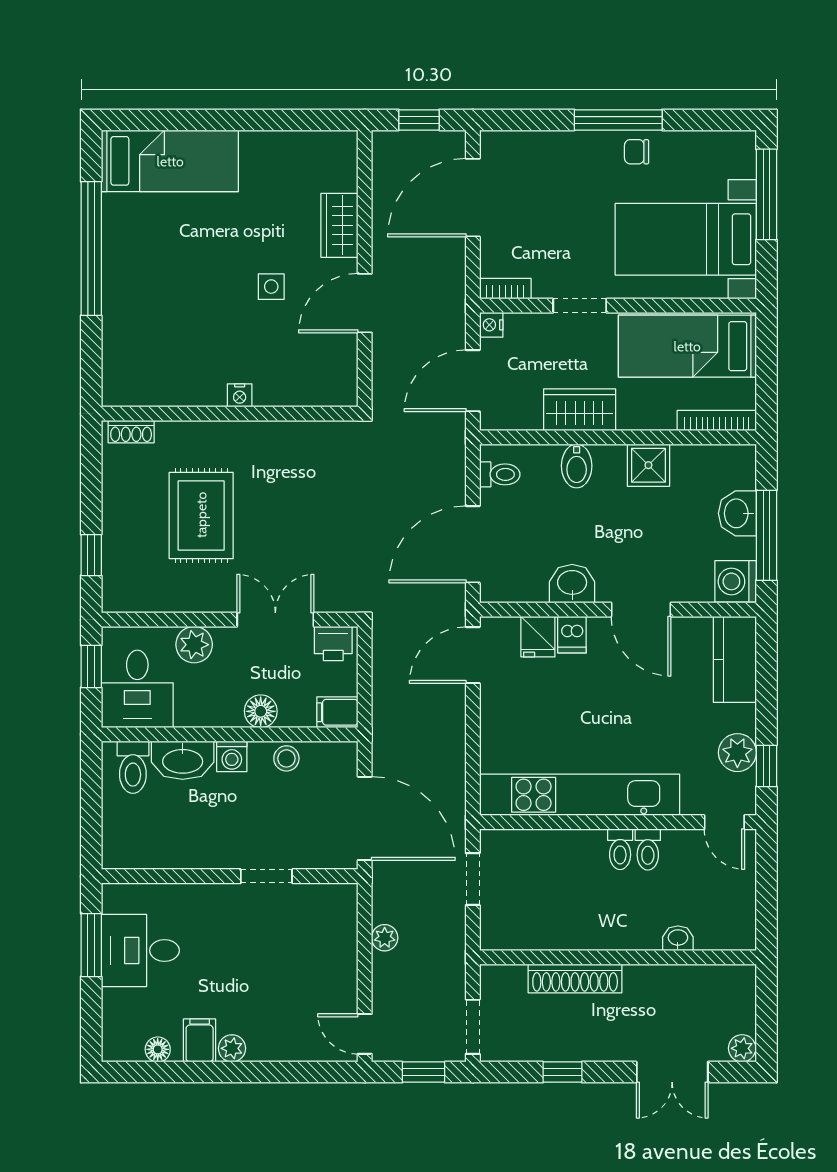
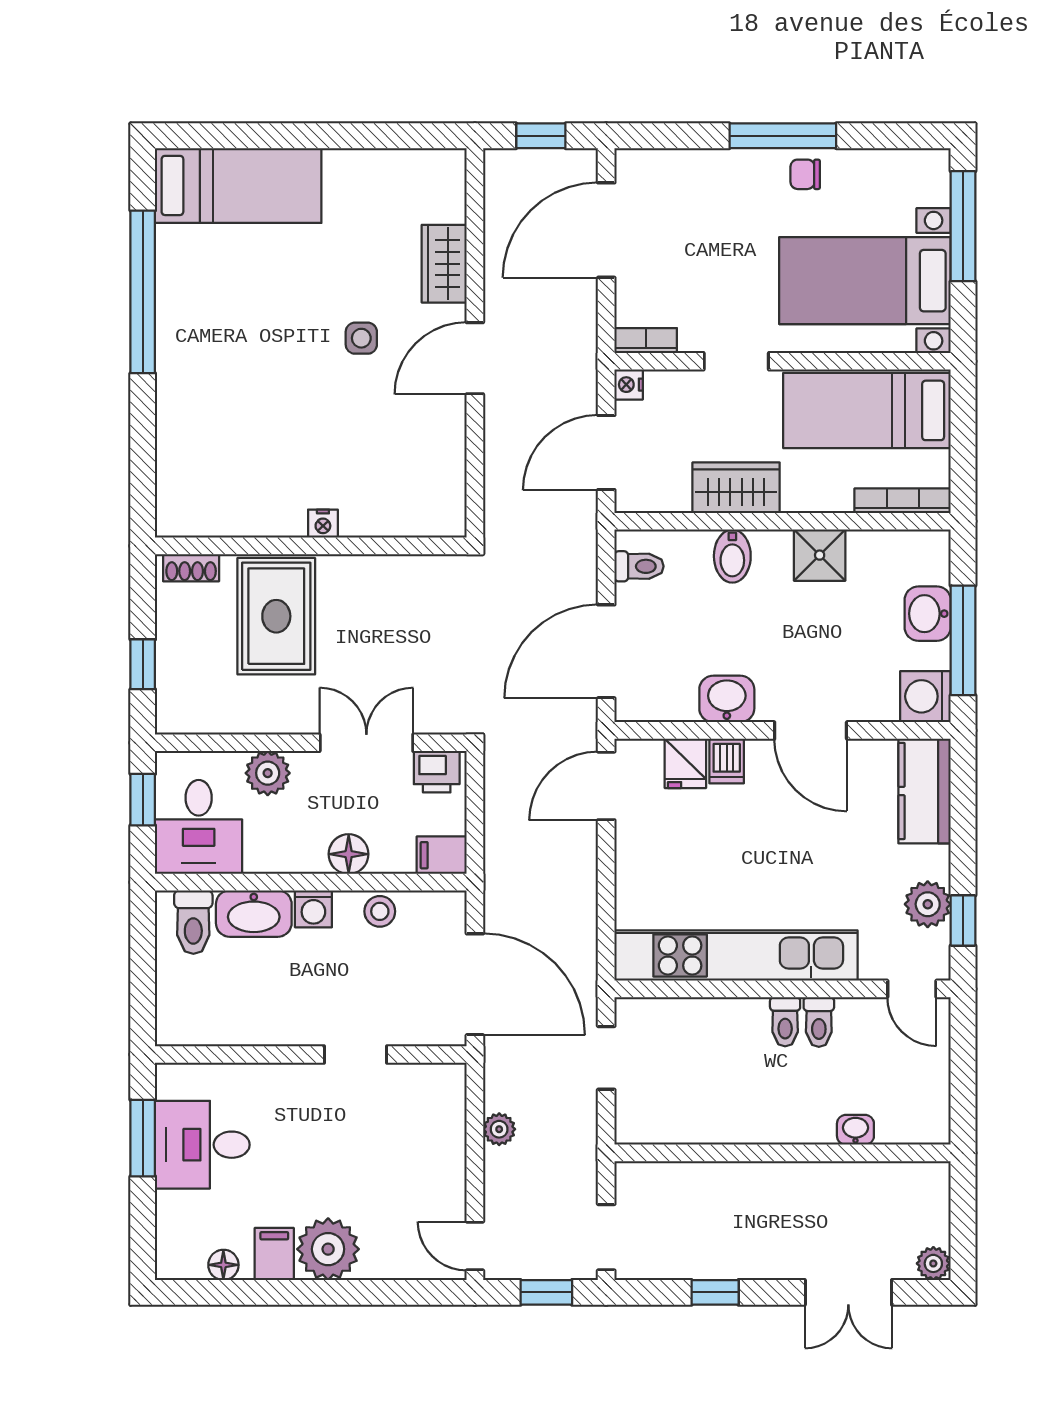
nightstand: (240, 395) -> (323, 524), moved
wall: (230, 414) -> (311, 546), moved
shoe rack: (131, 432) -> (191, 568), moved
shoe rack: (575, 978) -> (730, 1179), removed
plant: (232, 1048) -> (328, 1249), width x1.87, depth x1.87

